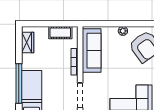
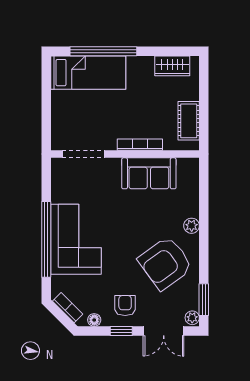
sofa: (92, 51) -> (149, 173), width x0.73

